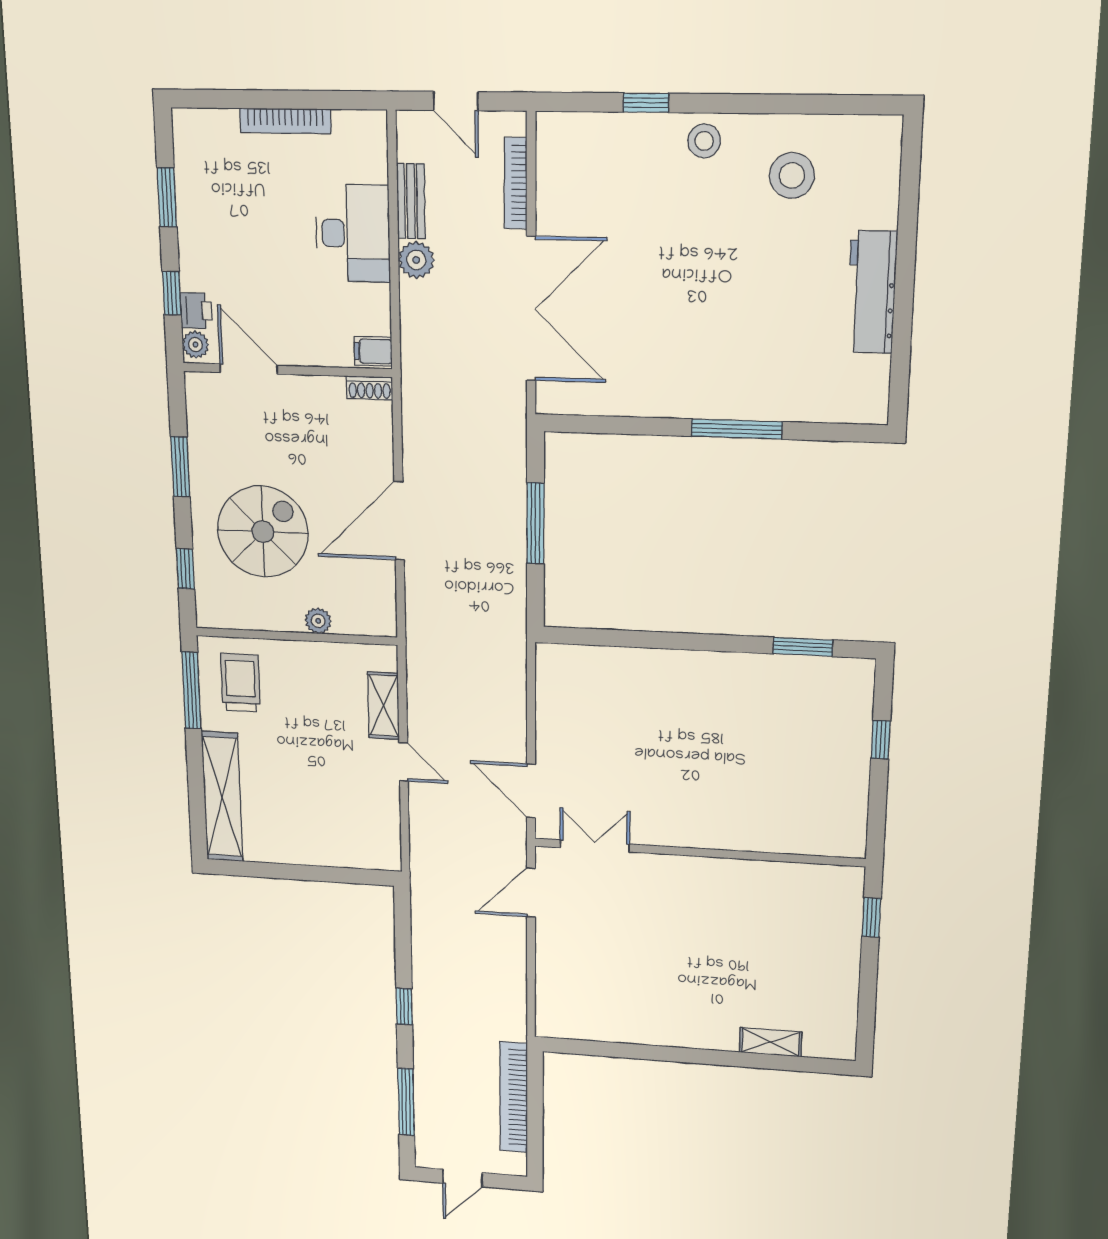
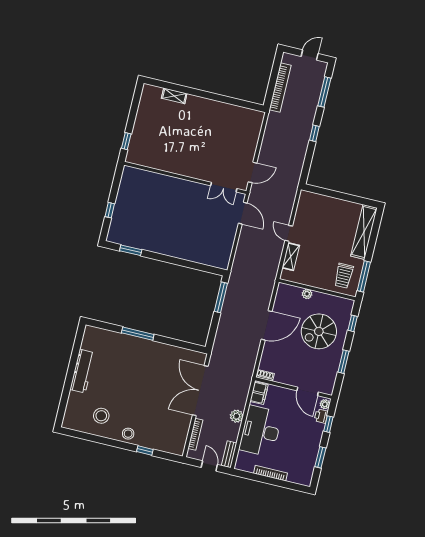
bench: (411, 201) -> (229, 454), moved
desk: (353, 233) -> (261, 431), width x1.36, depth x1.30
filing cabinet: (373, 351) -> (259, 393), width x2.00
window: (535, 523) -> (221, 297), moved

